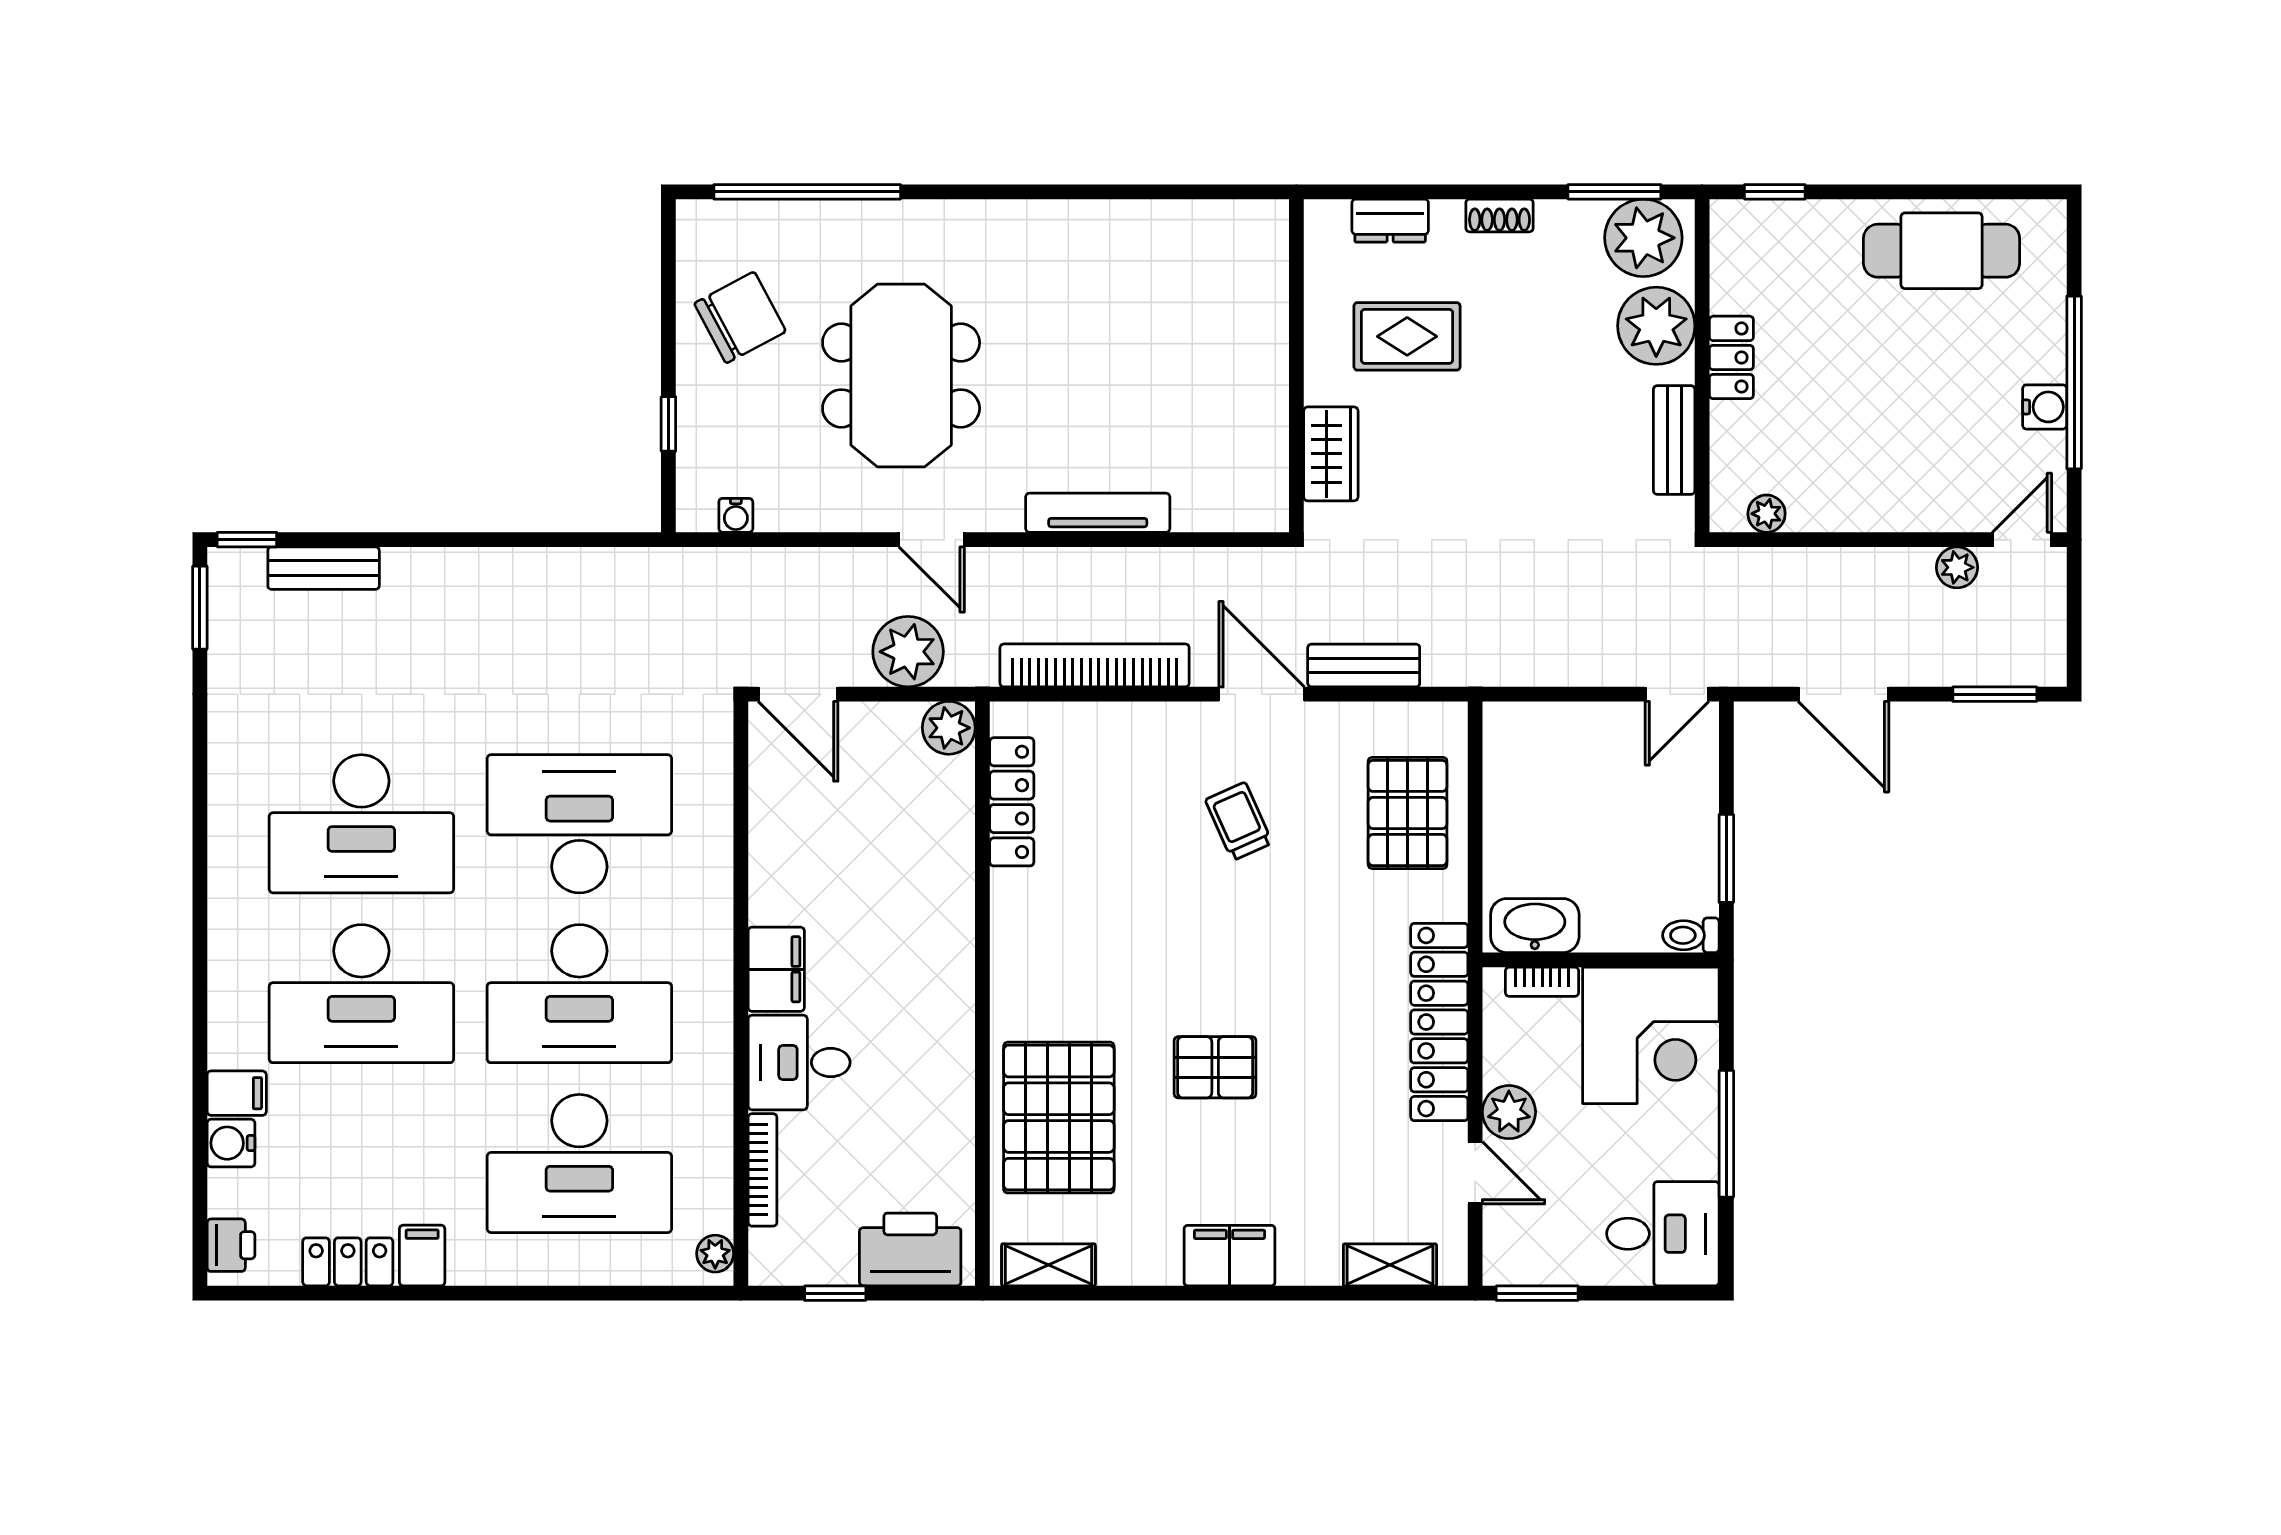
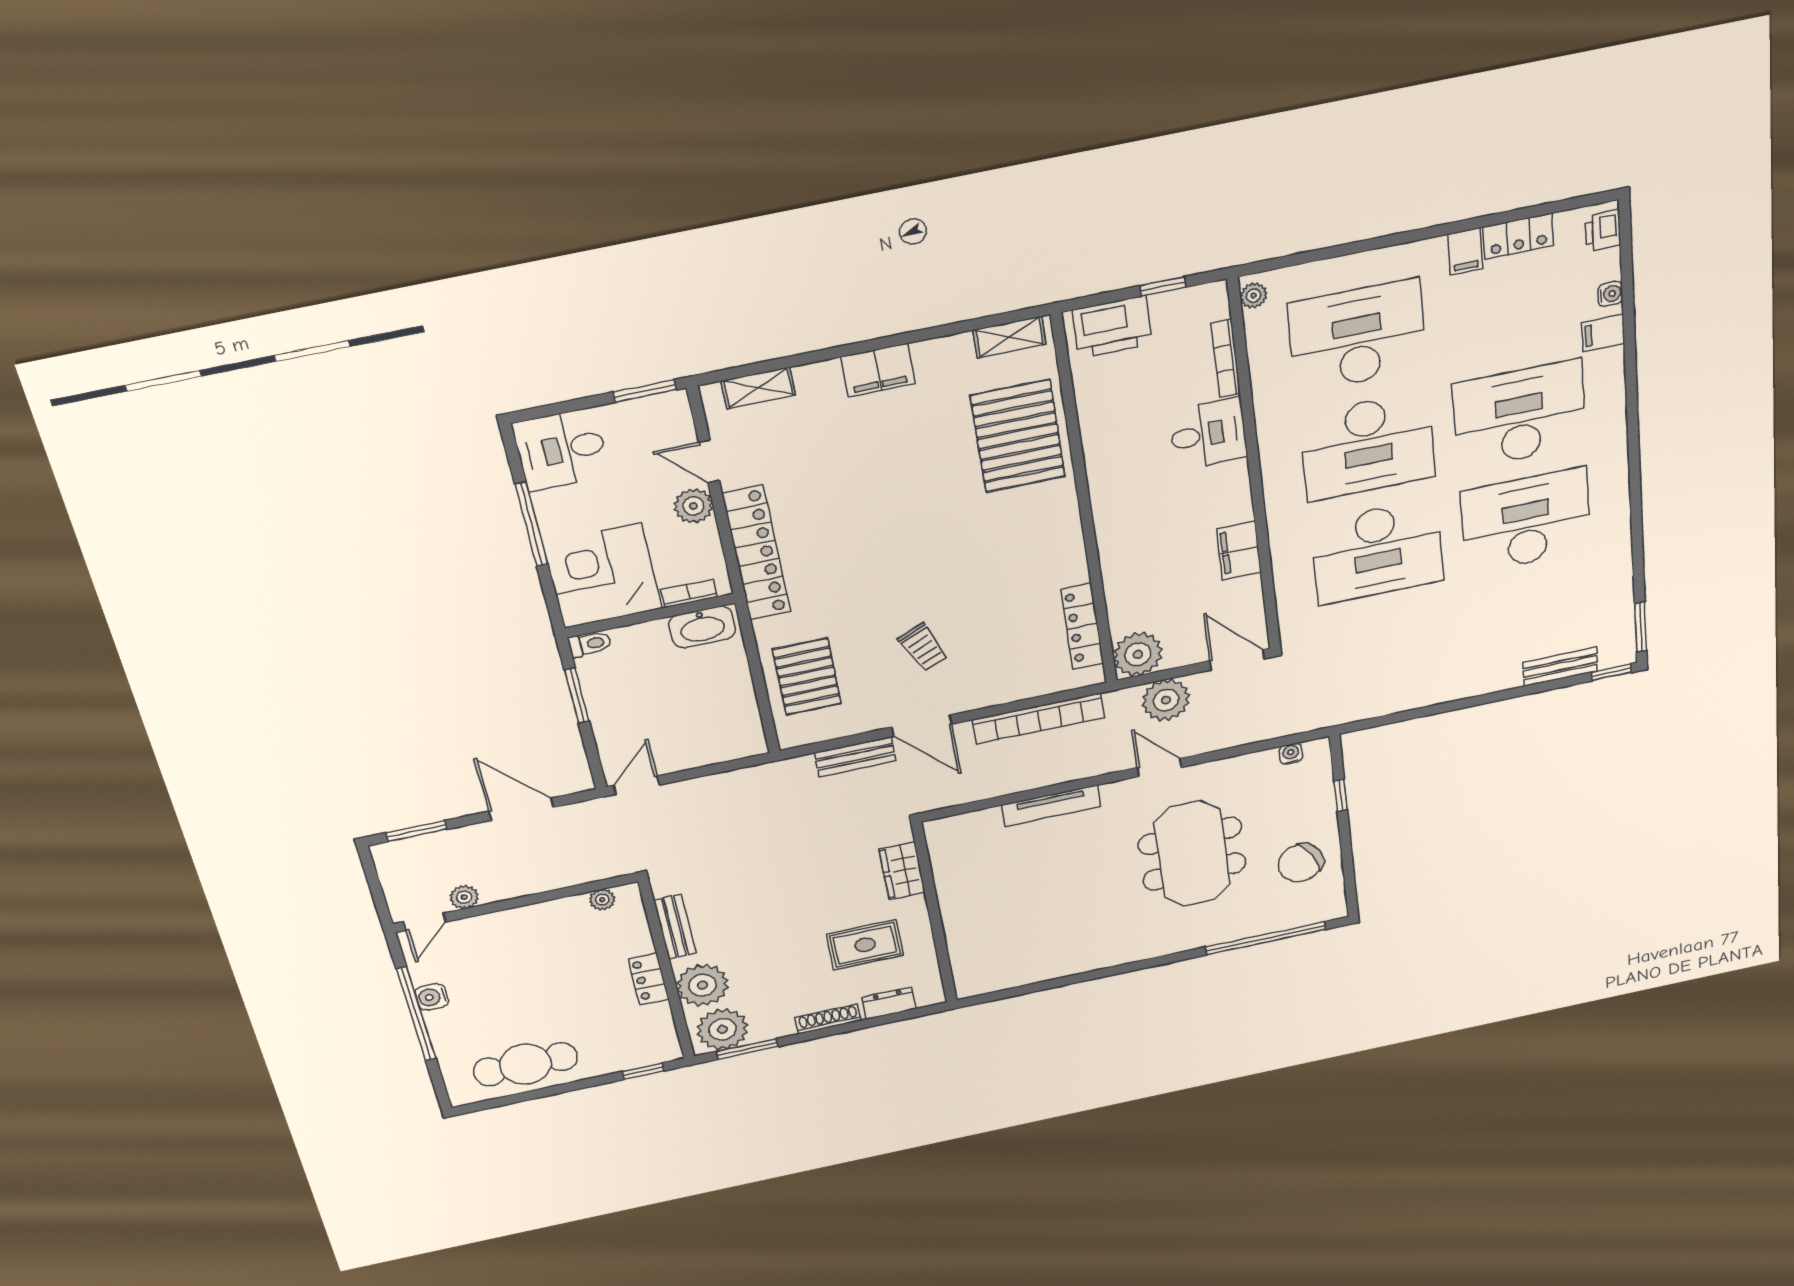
shoe rack: (1500, 215) -> (828, 1019), width x1.43
plant: (949, 728) -> (1138, 654), width x1.36, depth x1.36
filing cabinet: (776, 969) -> (1239, 550), moved
desk: (579, 994) -> (1368, 446), turned 180
pallet: (1215, 1067) -> (911, 491), removed
water cooler: (231, 1143) -> (1610, 294), width x0.72, depth x0.72

